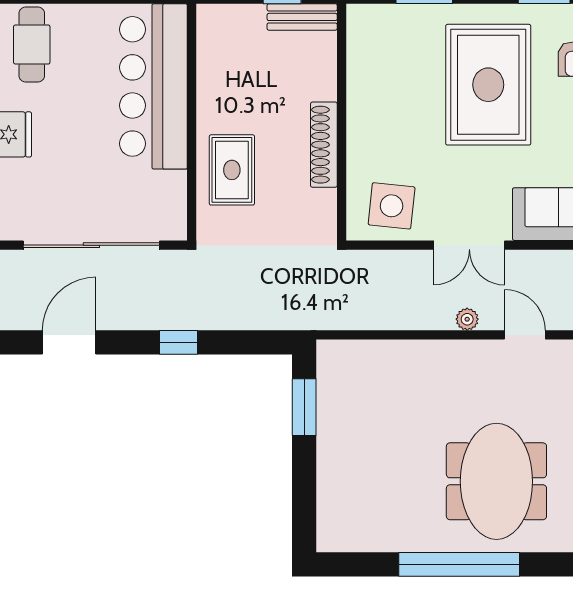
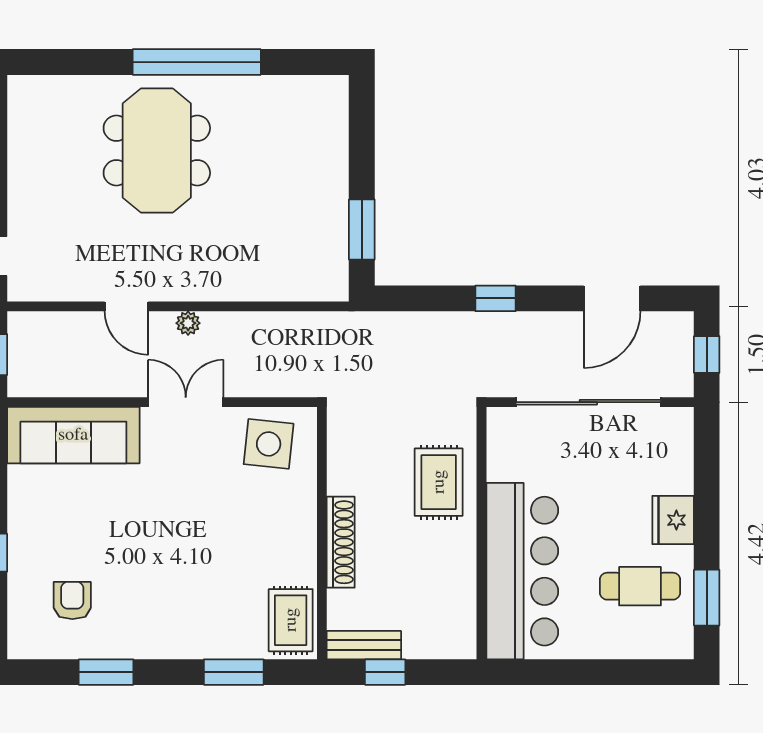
cafe table: (32, 44) -> (640, 586), moved, turned 90
rug: (488, 85) -> (291, 620), moved, width x0.54, depth x0.49
shoe rack: (324, 145) -> (341, 542), moved

